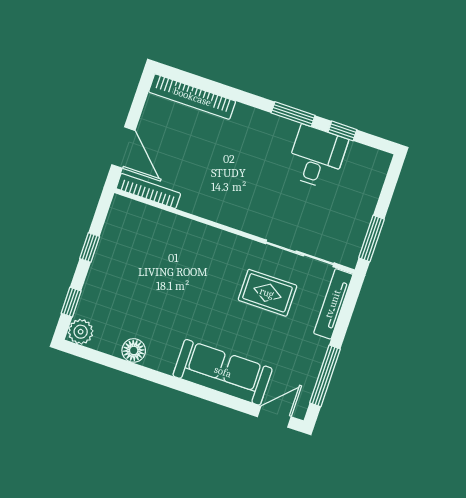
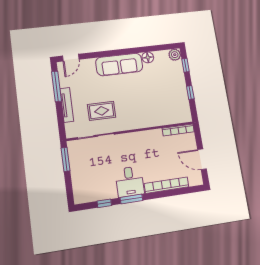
bookcase: (192, 97) -> (166, 185), moved
door: (123, 148) -> (202, 159), moved
desk: (317, 157) -> (130, 182), moved
tv unit: (333, 304) -> (67, 105), moved
sofa: (223, 372) -> (119, 64), moved

